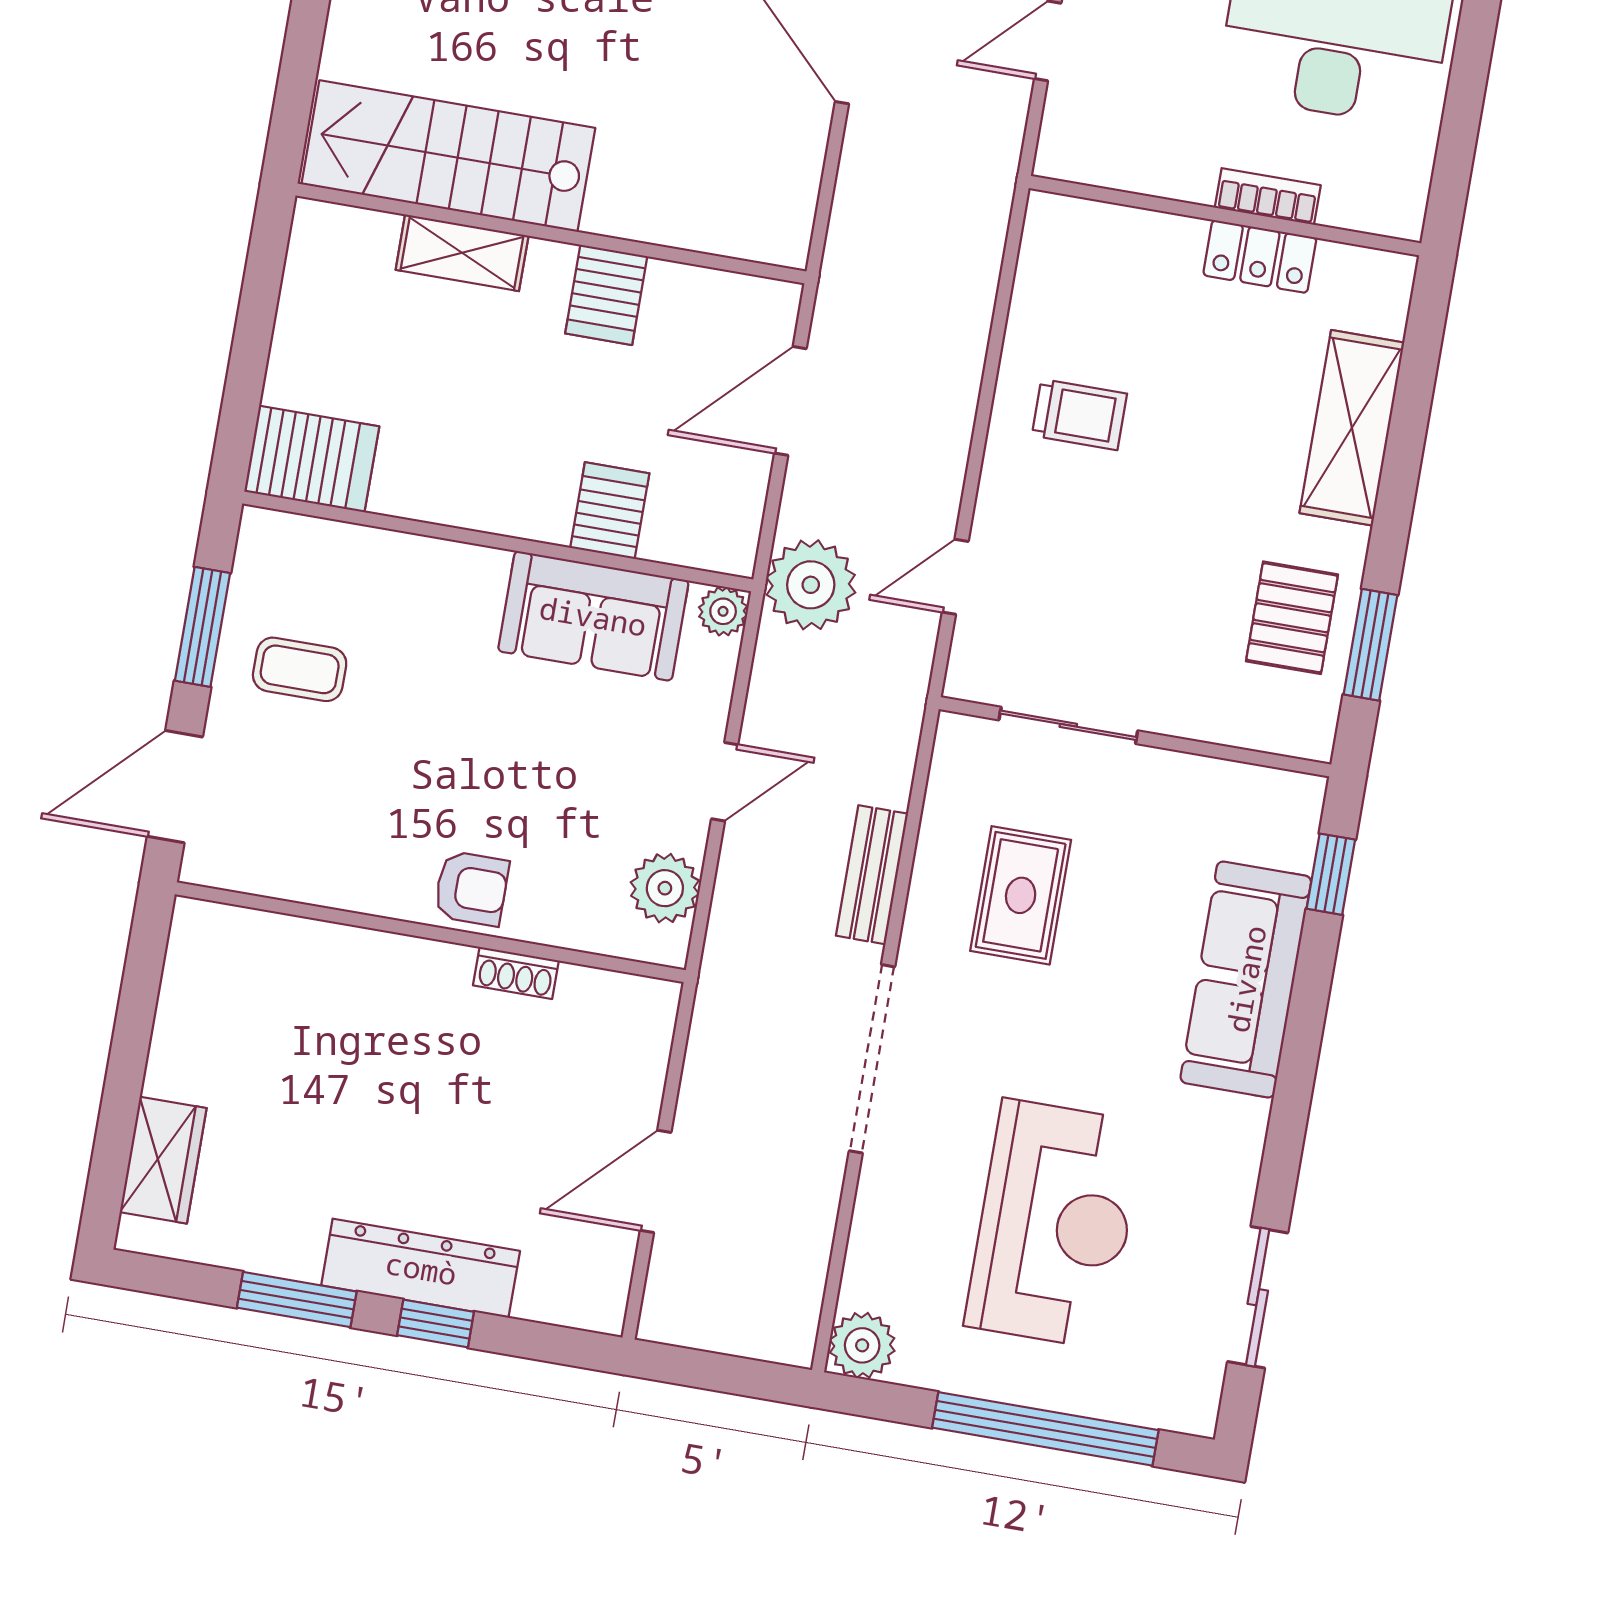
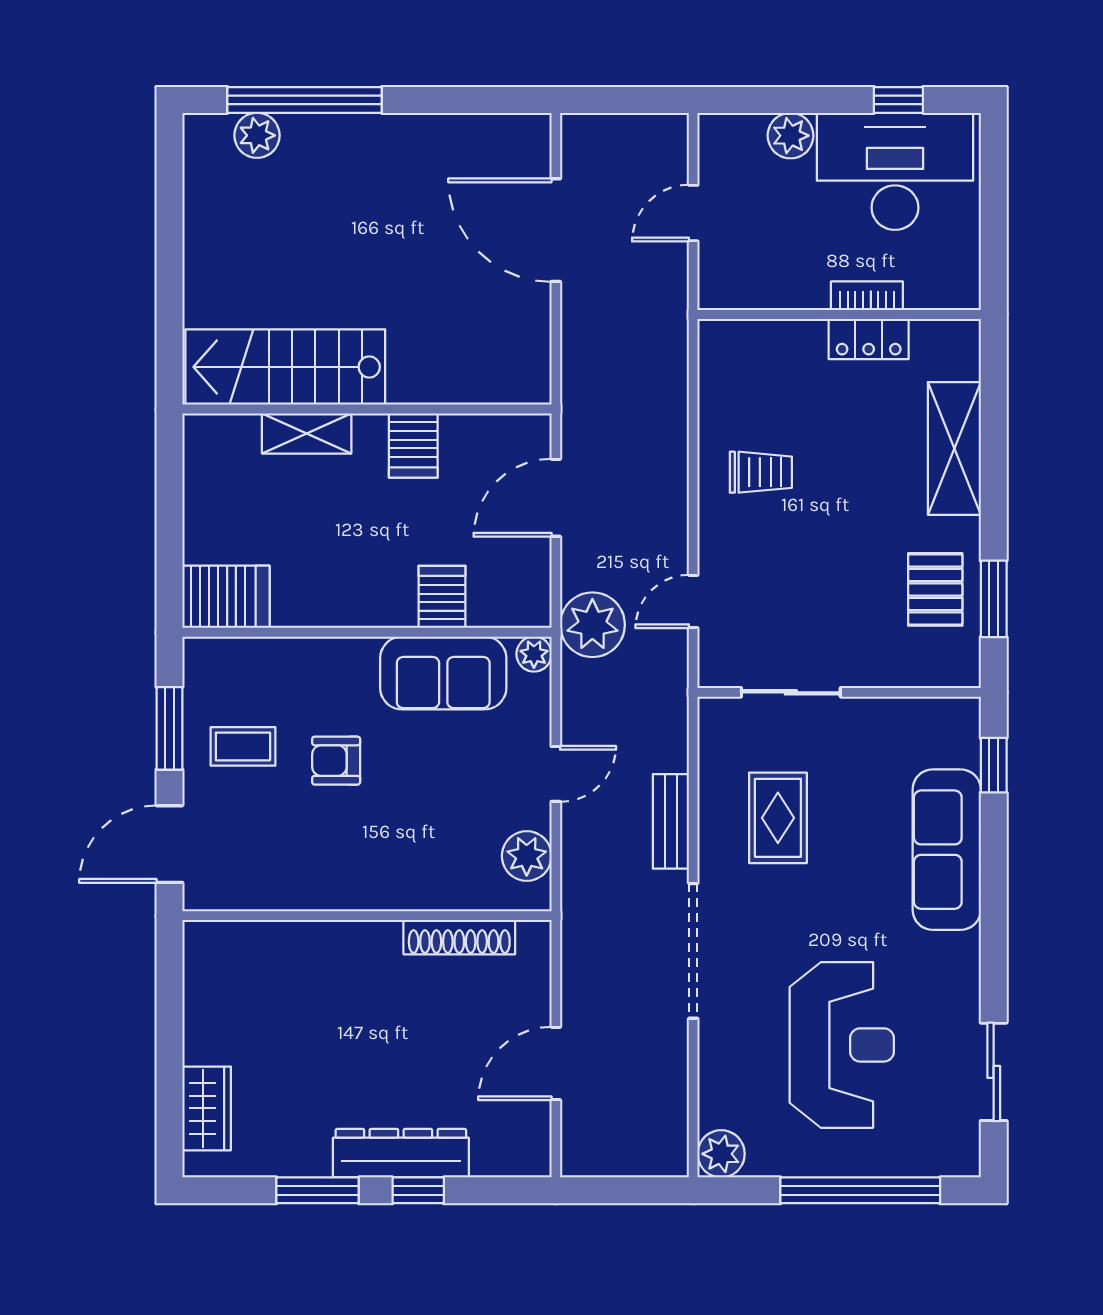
armchair: (471, 888) -> (336, 761), moved, turned 180
shoe rack: (516, 973) -> (459, 937), width x1.94, depth x1.24

